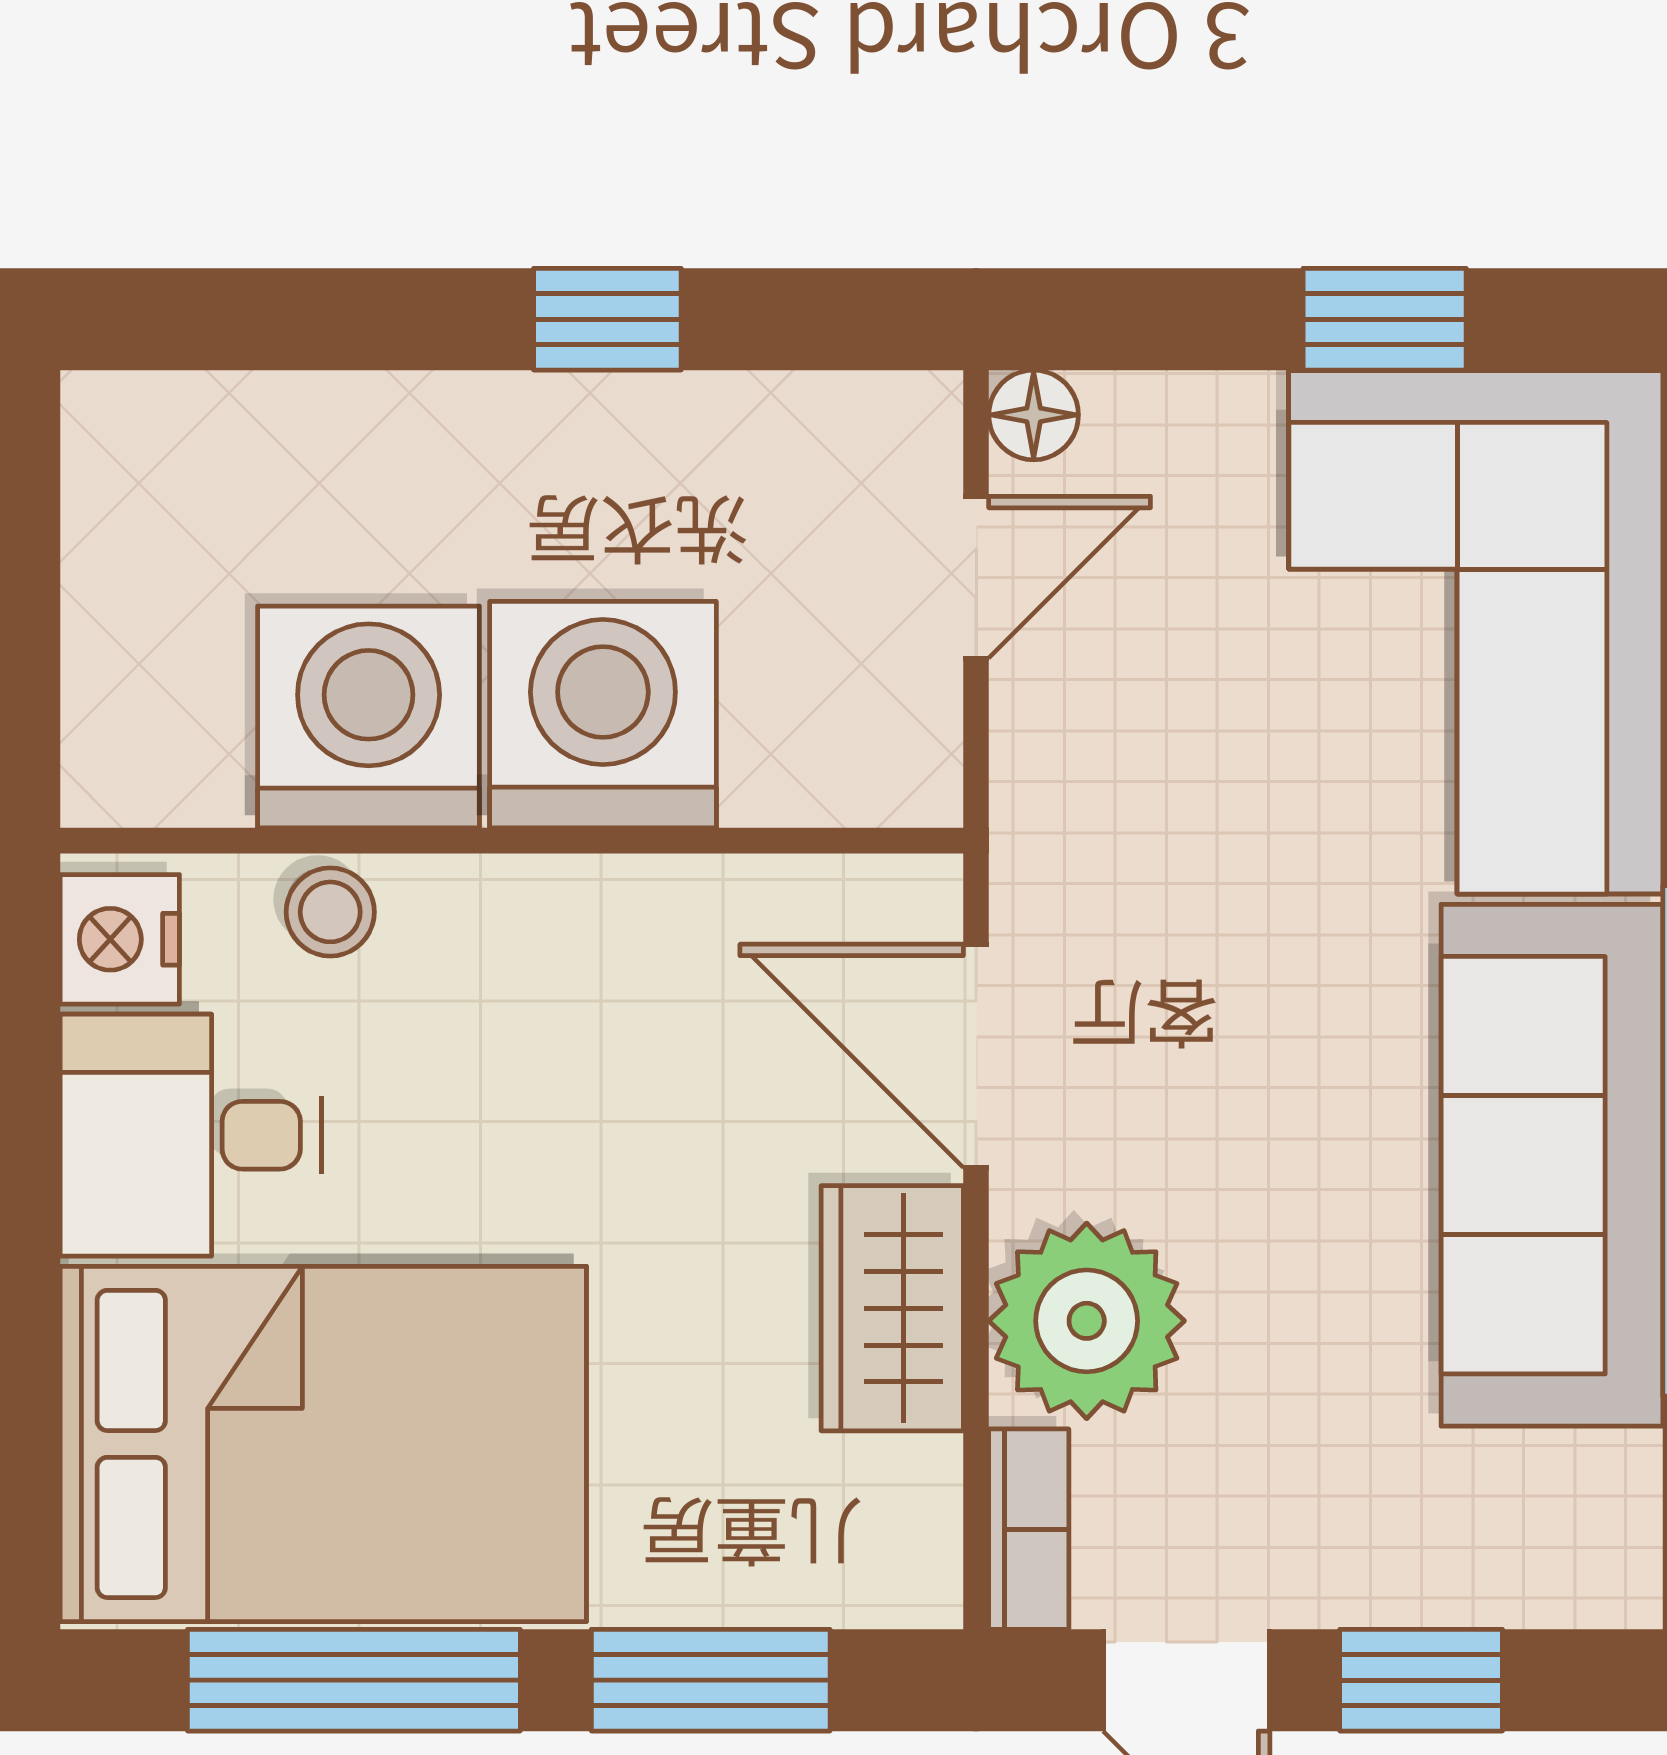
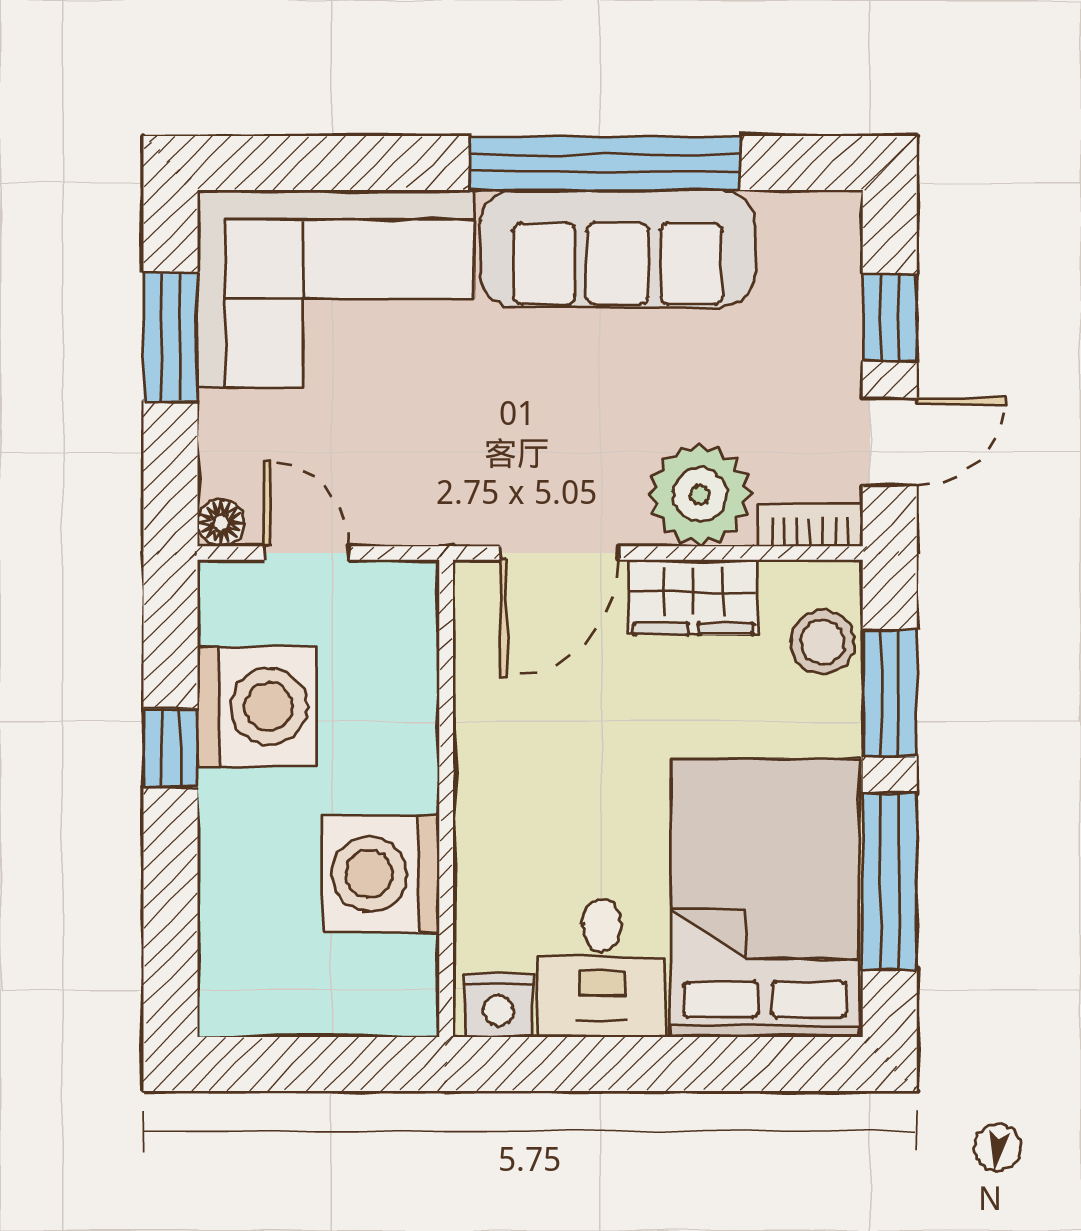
window: (1385, 319) -> (170, 337), width x1.50
washing machine: (603, 715) -> (257, 706), moved, turned 180
stool: (330, 912) -> (823, 642), moved, width x1.37, depth x1.37

